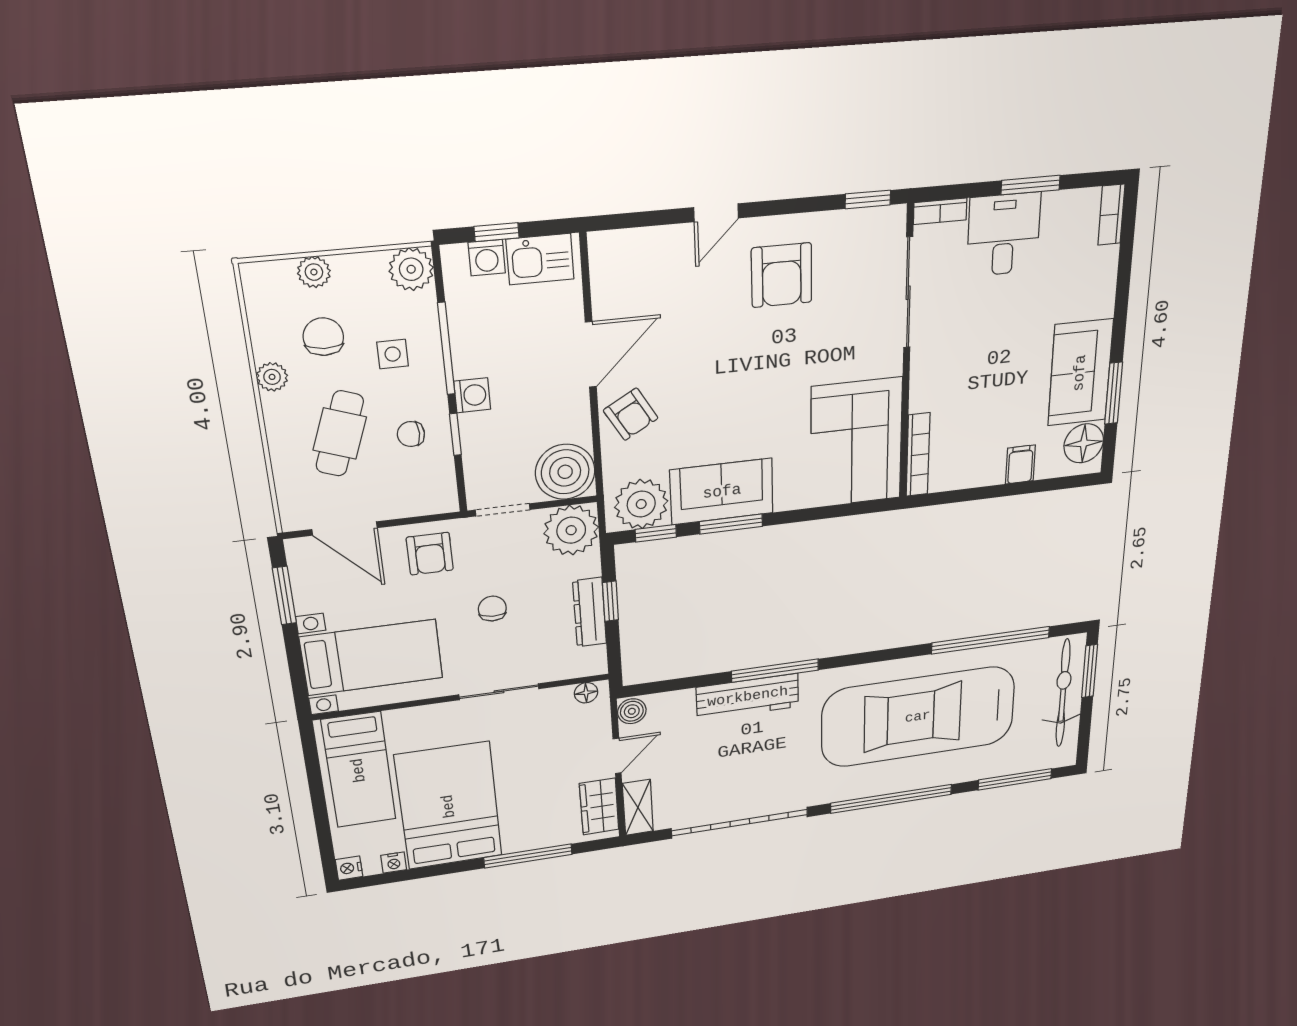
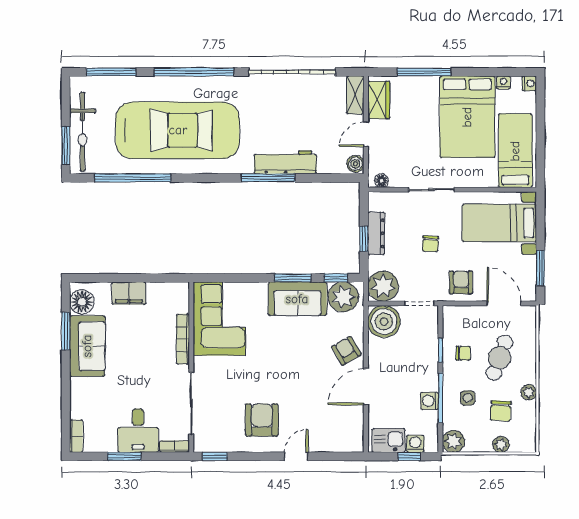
washing machine: (472, 395) -> (430, 401), moved
bookcase: (918, 455) -> (183, 339), moved
filing cabinet: (1020, 464) -> (129, 293), width x2.00

